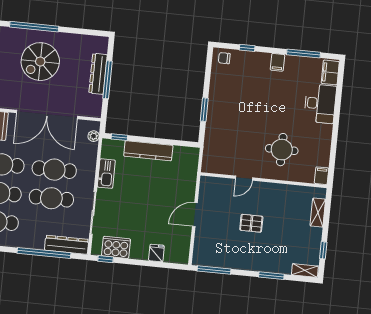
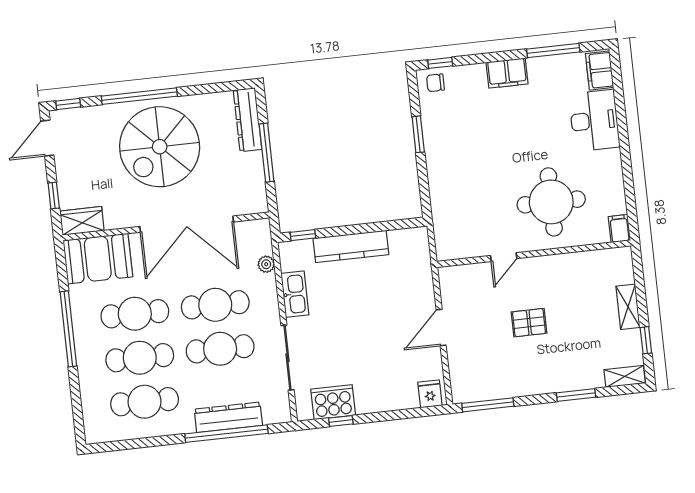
window: (247, 48) -> (440, 63), moved
spiral stairs: (40, 62) -> (160, 147), width x1.37, depth x1.37
filing cabinet: (277, 62) -> (507, 73), width x2.00
dresser: (98, 74) -> (248, 120), moved
window: (204, 110) -> (418, 134), moved
plant: (94, 136) -> (266, 264), moved
round table: (282, 150) -> (551, 202), width x1.36, depth x1.36
shelving: (318, 213) -> (628, 307), moved
dresser: (67, 245) -> (228, 417), moved
fridge: (156, 253) -> (430, 394), moved
window: (106, 259) -> (341, 421), moved

